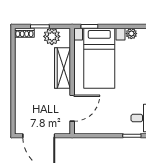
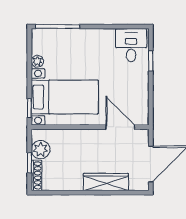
shoe rack: (24, 33) -> (36, 175), width x1.43
wardrobe: (62, 68) -> (106, 182), moved, turned 180

